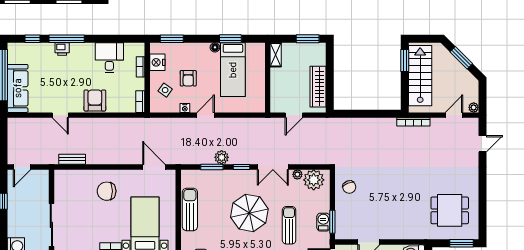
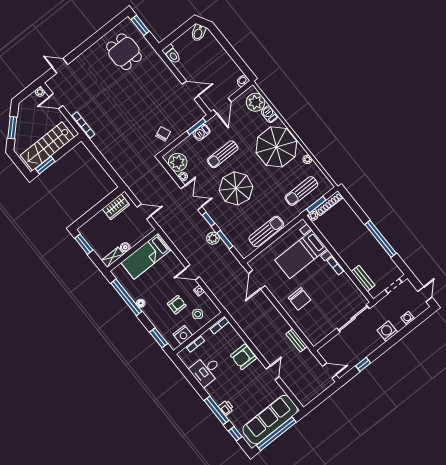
window: (230, 39) -> (126, 297), width x2.11
bed: (233, 70) -> (146, 256), moved, turned 180
boiler: (276, 73) -> (125, 247), added
wardrobe: (318, 87) -> (116, 207), width x0.67
sofa: (18, 88) -> (270, 420), width x1.36, depth x1.27
sun lounger: (190, 209) -> (266, 231), turned 180

